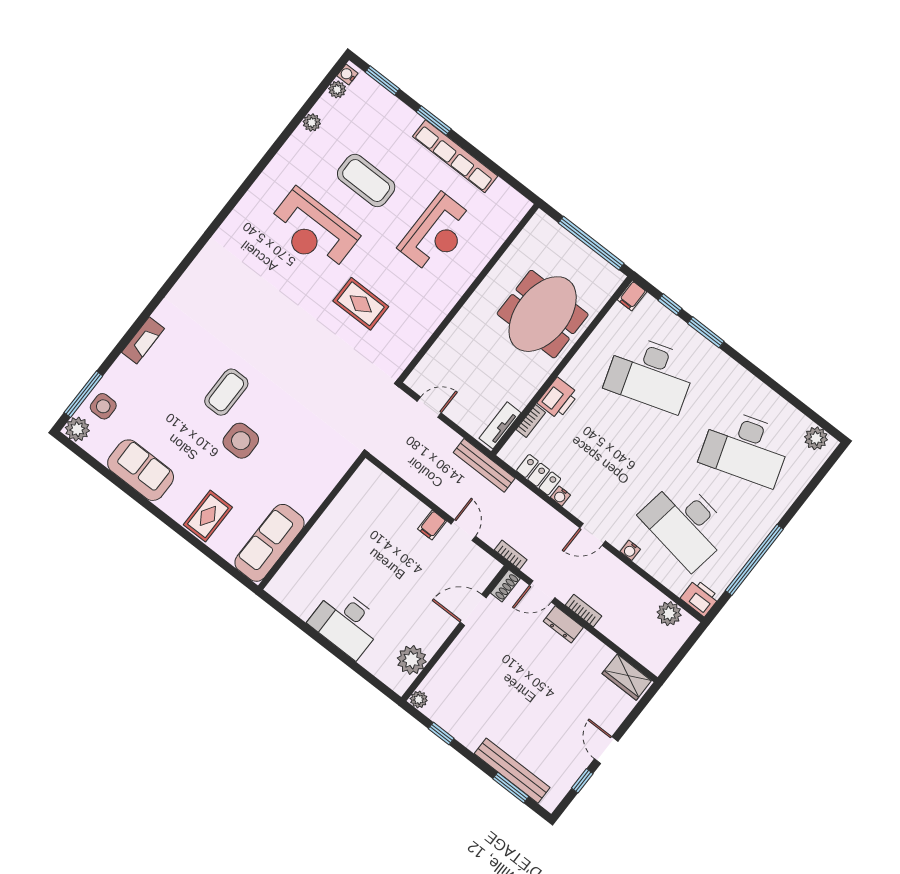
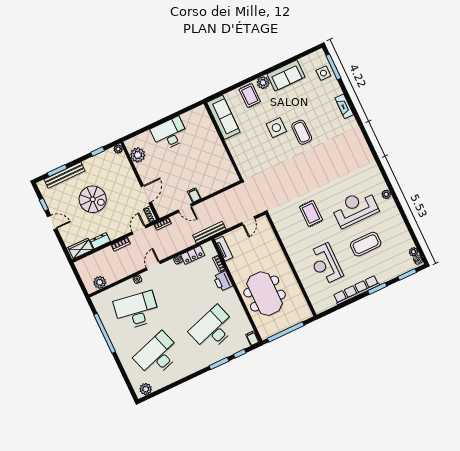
plant: (312, 123) -> (386, 194), moved
rug: (361, 304) -> (311, 213), turned 90
plant: (77, 429) -> (263, 83), moved
printer: (700, 598) -> (100, 300), removed
dresser: (563, 624) -> (100, 241), moved
spiral stairs: (530, 700) -> (93, 199), added

